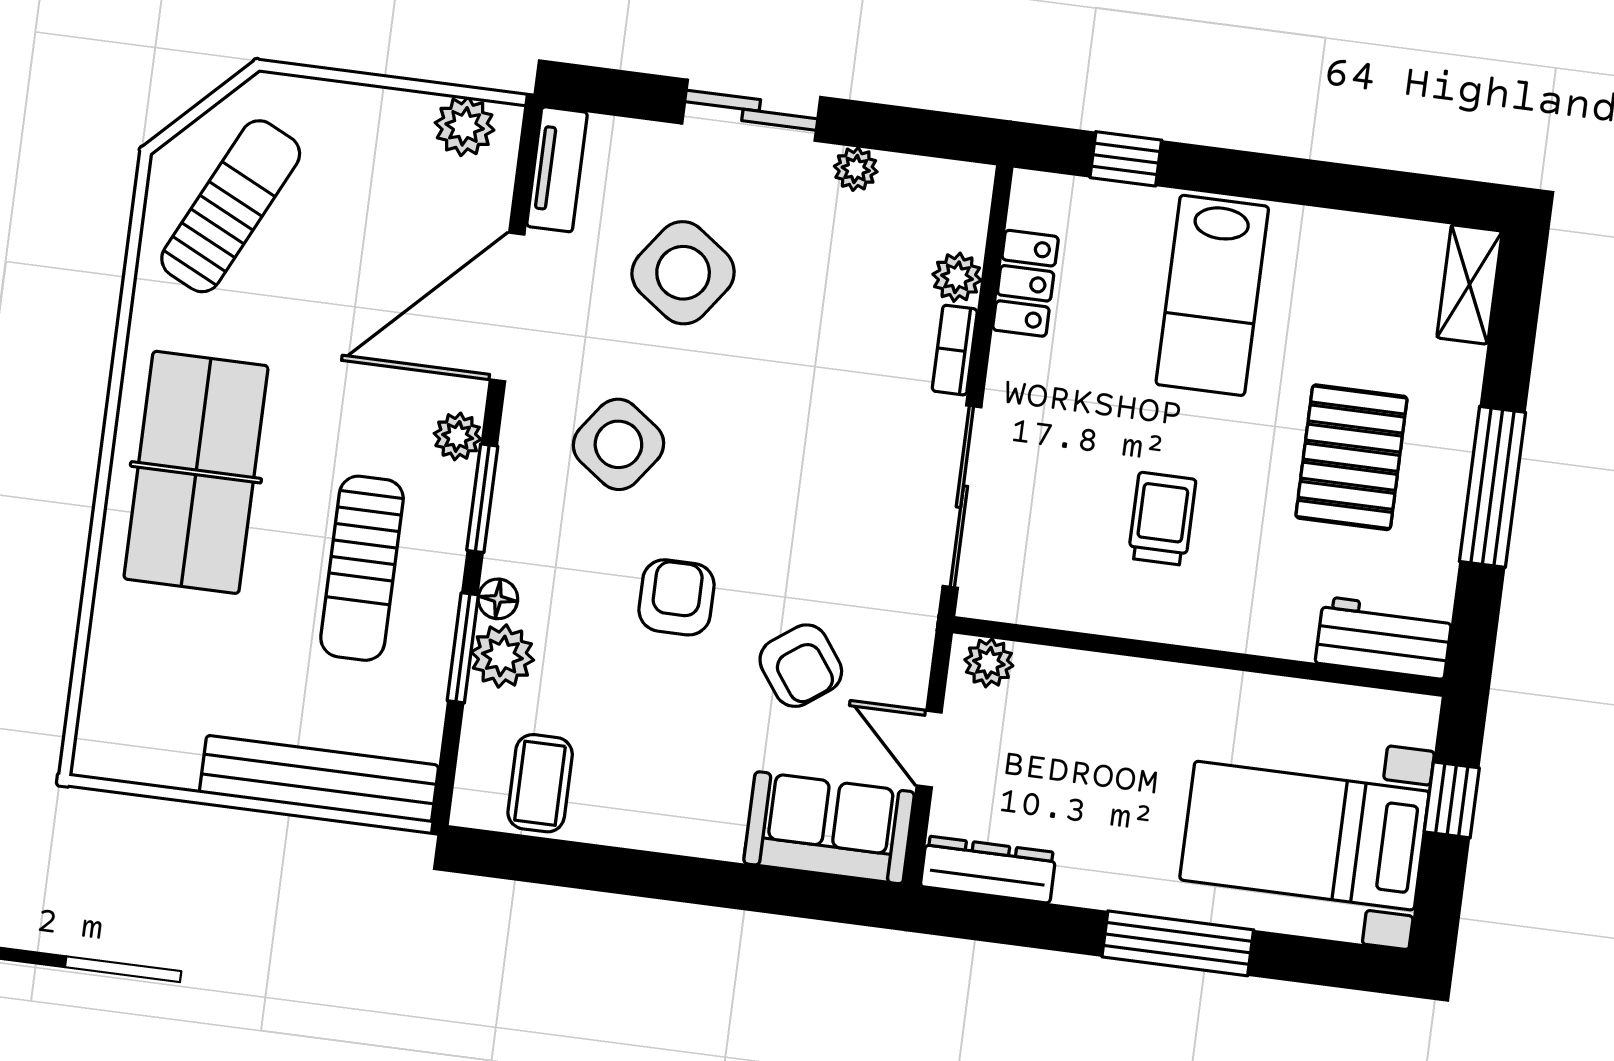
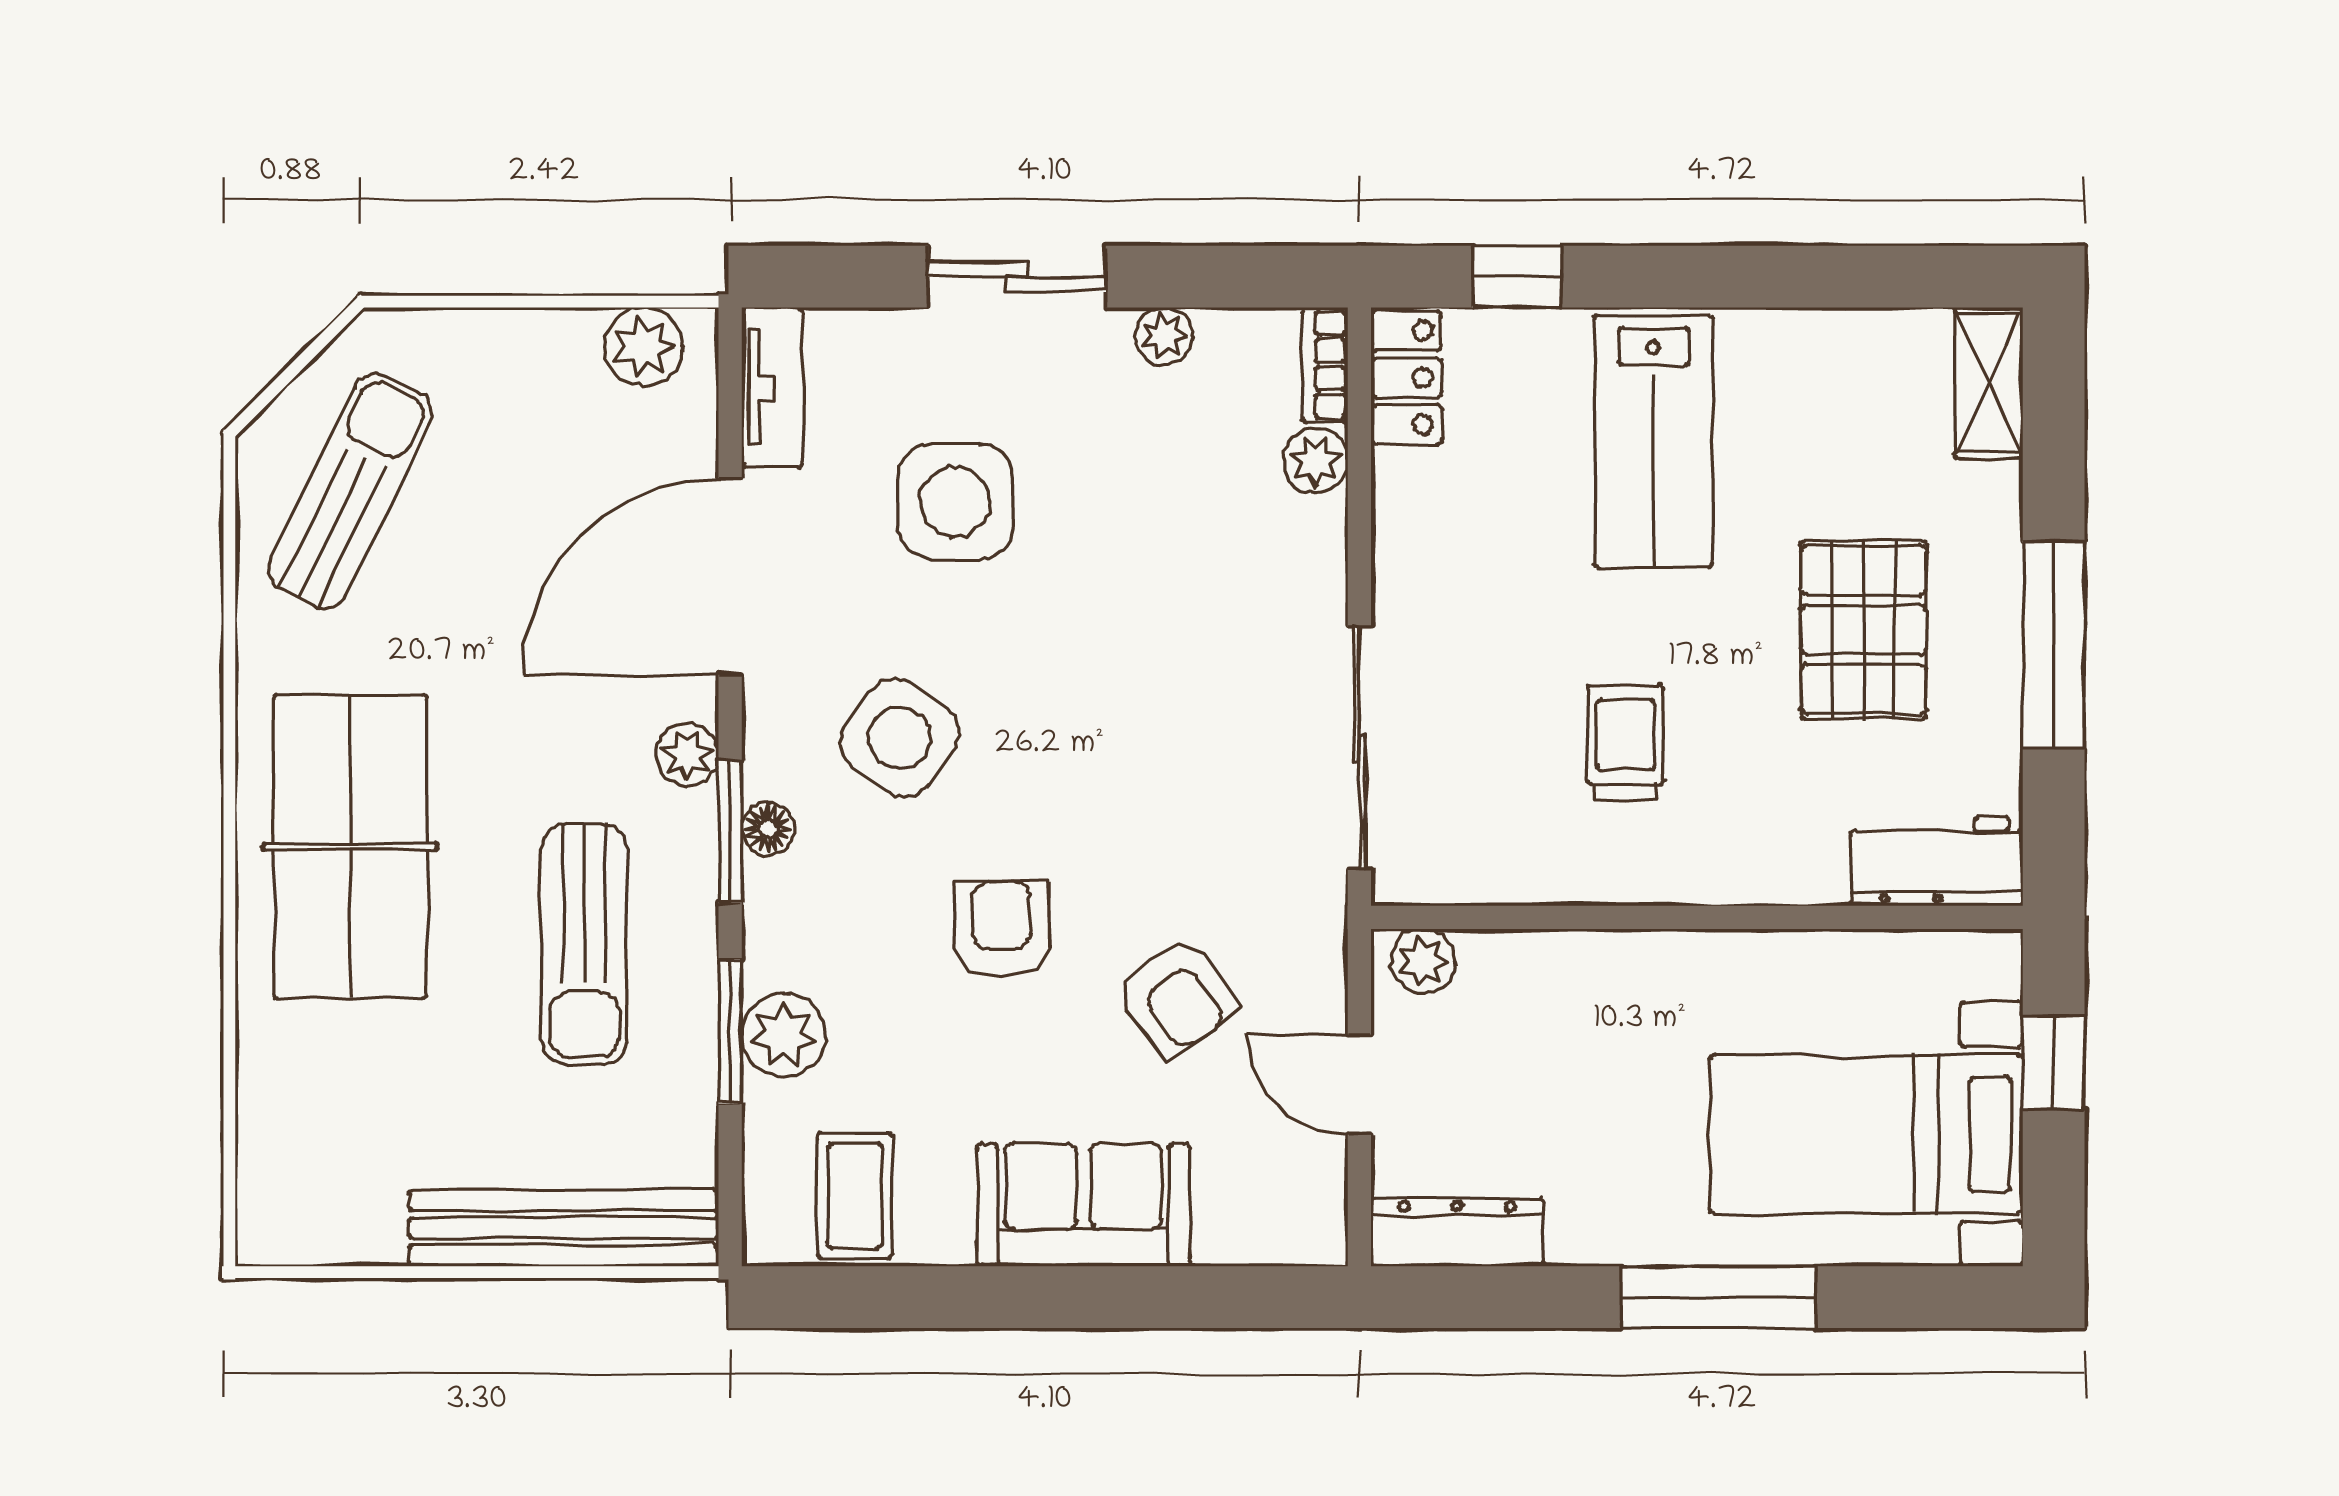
side table: (683, 273) -> (955, 502), turned -36
locker: (1026, 283) -> (1406, 378), moved
bookcase: (955, 350) -> (1325, 365), moved
floor lamp: (498, 599) -> (768, 828), moved
sofa: (829, 828) -> (1083, 1205), moved

